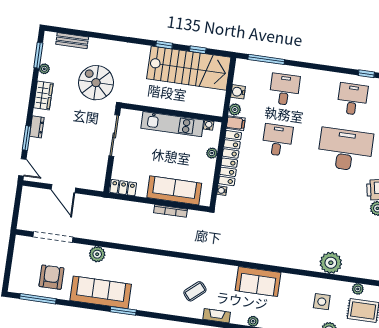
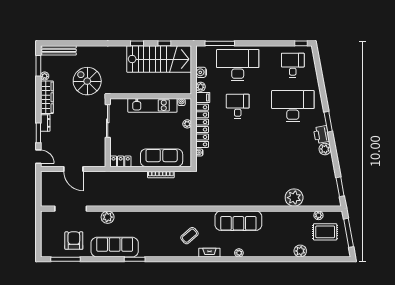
bench: (72, 41) -> (59, 50), width x1.36
desk: (284, 89) -> (238, 65), width x1.87, depth x1.30
wardrobe: (43, 96) -> (47, 97), width x1.50
sofa: (258, 281) -> (238, 221), width x1.36
side table: (322, 302) -> (291, 230), removed

